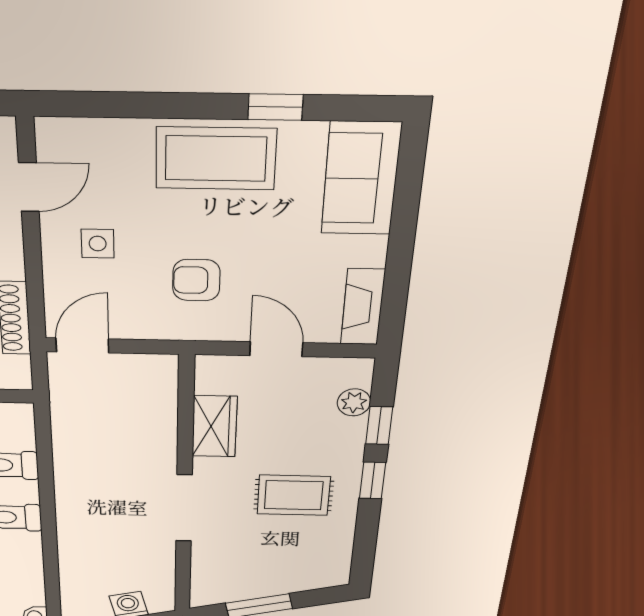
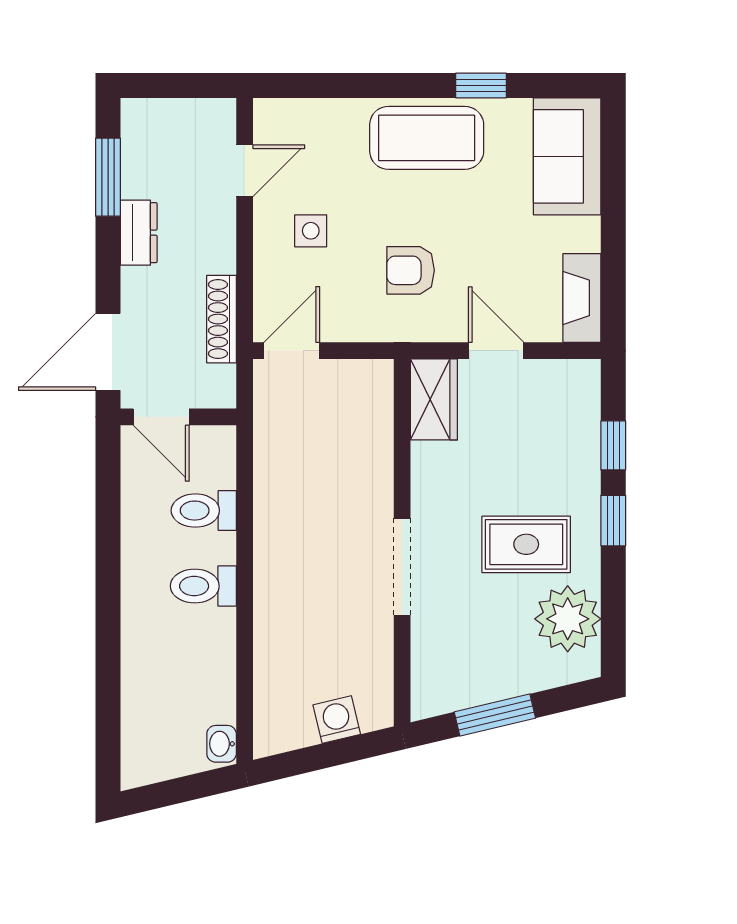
plant: (354, 402) -> (568, 619), moved, width x1.88, depth x1.88
wardrobe: (214, 426) -> (434, 399), moved

